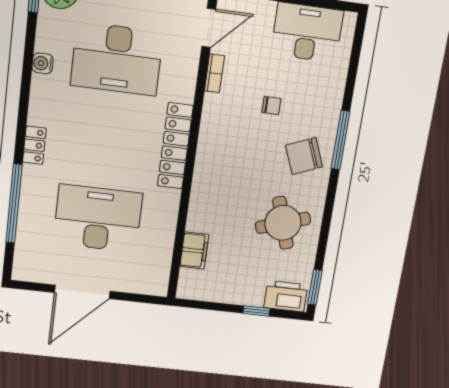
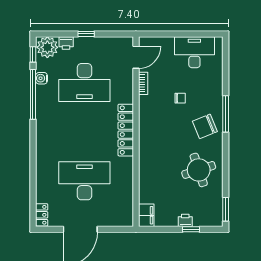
water cooler: (42, 63) -> (41, 78), moved
locker: (34, 145) -> (42, 215), moved
window: (14, 204) -> (33, 94), moved
filing cabinet: (194, 250) -> (146, 215), moved
printer: (286, 296) -> (185, 220), moved, width x0.53, depth x0.68

